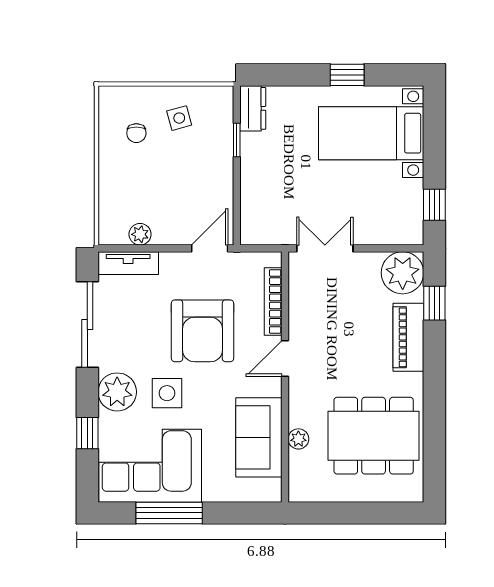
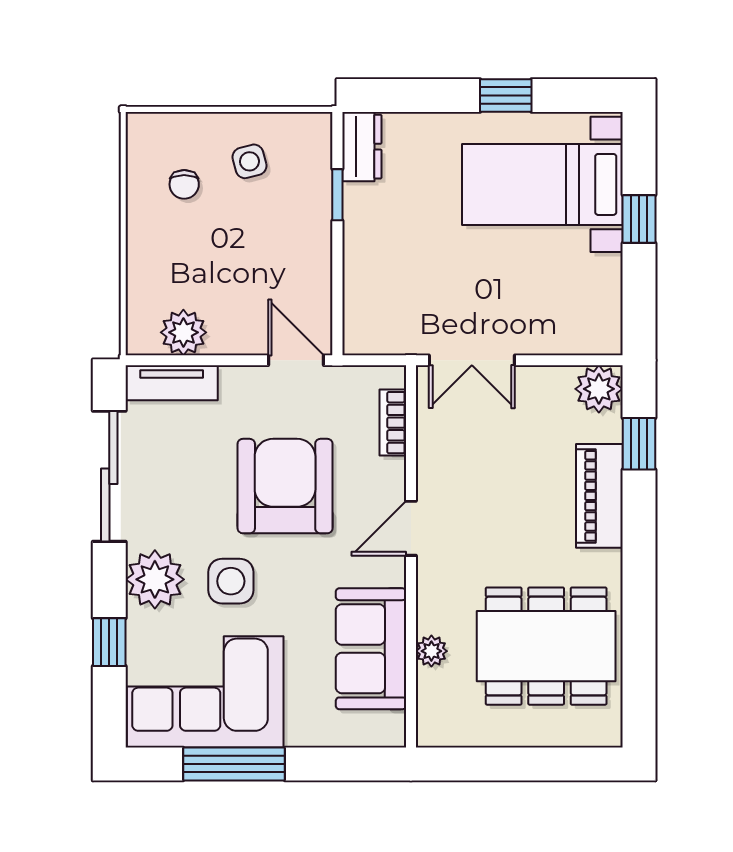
window: (434, 205) -> (639, 219), moved
plant: (140, 234) -> (183, 332), width x1.38, depth x1.38
door: (210, 248) -> (296, 360), hinge flipped
double door: (325, 248) -> (472, 360), swing flipped
plant: (403, 273) -> (599, 389), width x0.73, depth x0.73
bookcase: (273, 301) -> (393, 423), width x0.64
armchair: (203, 331) -> (285, 486), turned 180

